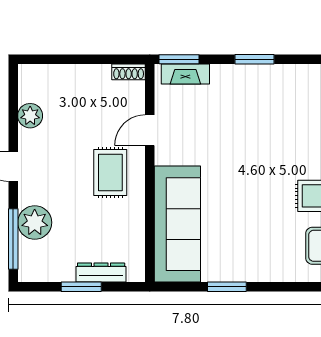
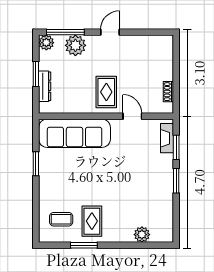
window: (179, 59) -> (176, 147), moved
shoe rack: (129, 72) -> (168, 92), moved
plant: (30, 116) -> (46, 43), moved
rug: (110, 173) -> (106, 92), turned 90

